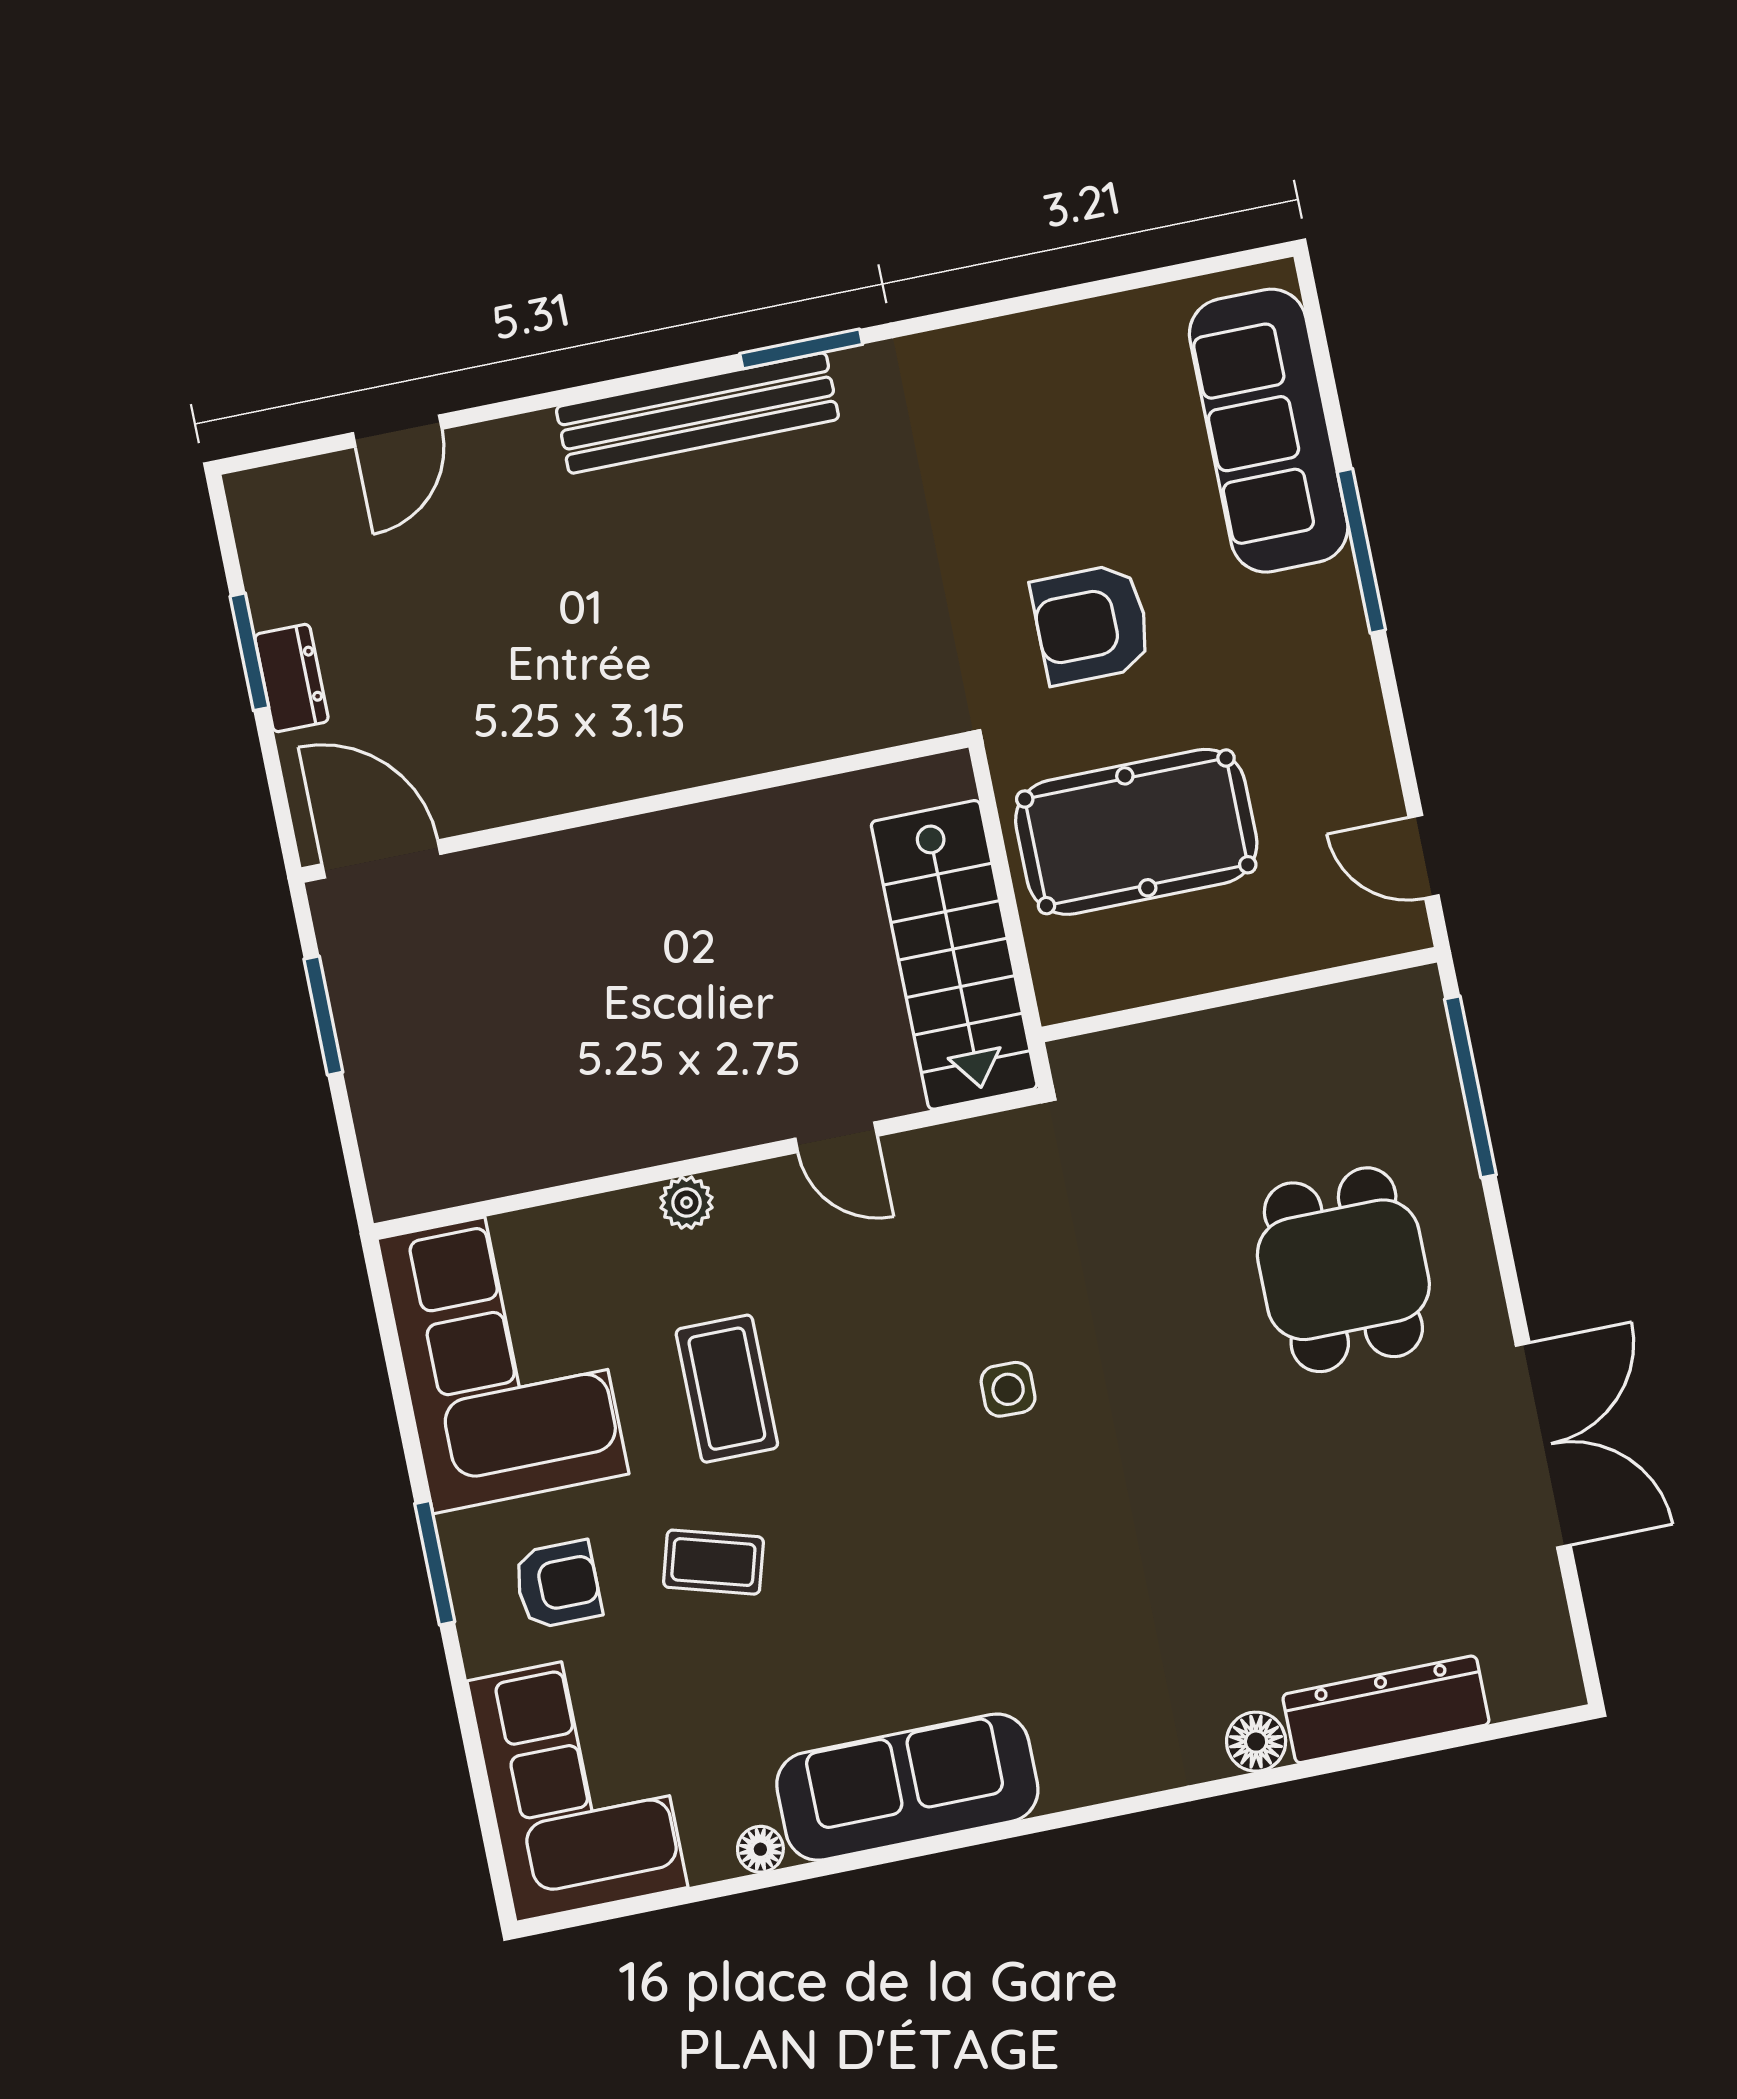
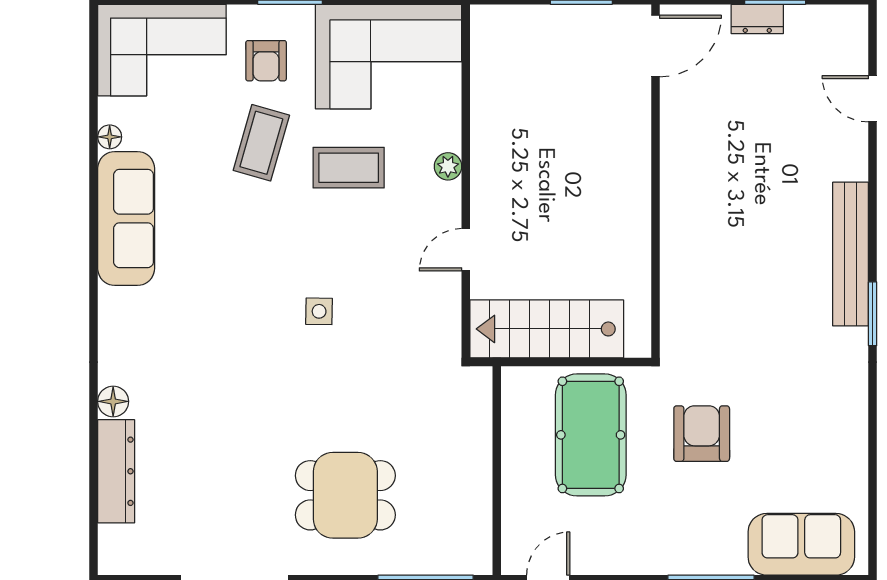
sofa: (1269, 431) -> (801, 544), width x0.73
coffee table: (713, 1562) -> (261, 143), width x1.36, depth x1.30

